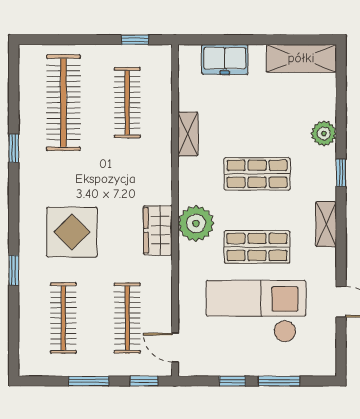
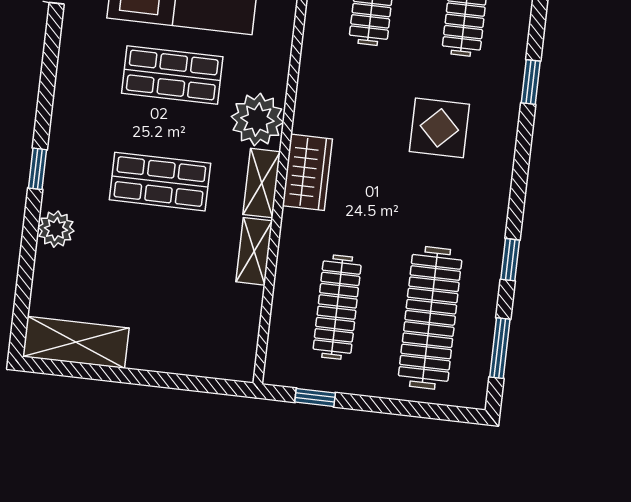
freezer: (225, 59) -> (188, 354), removed
window: (14, 88) -> (500, 348), added
shelving: (326, 224) -> (262, 183), moved
wardrobe: (158, 230) -> (307, 172), moved
display table: (72, 232) -> (439, 128), width x0.73, depth x0.73

